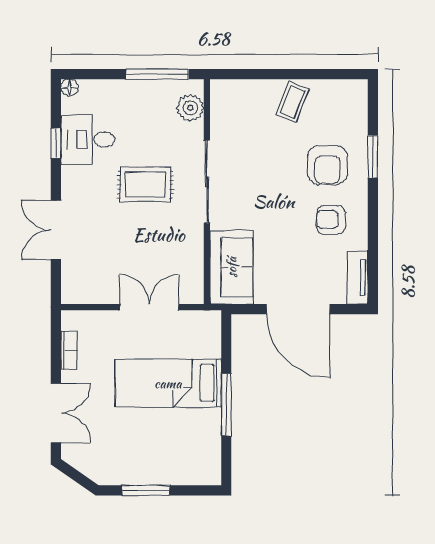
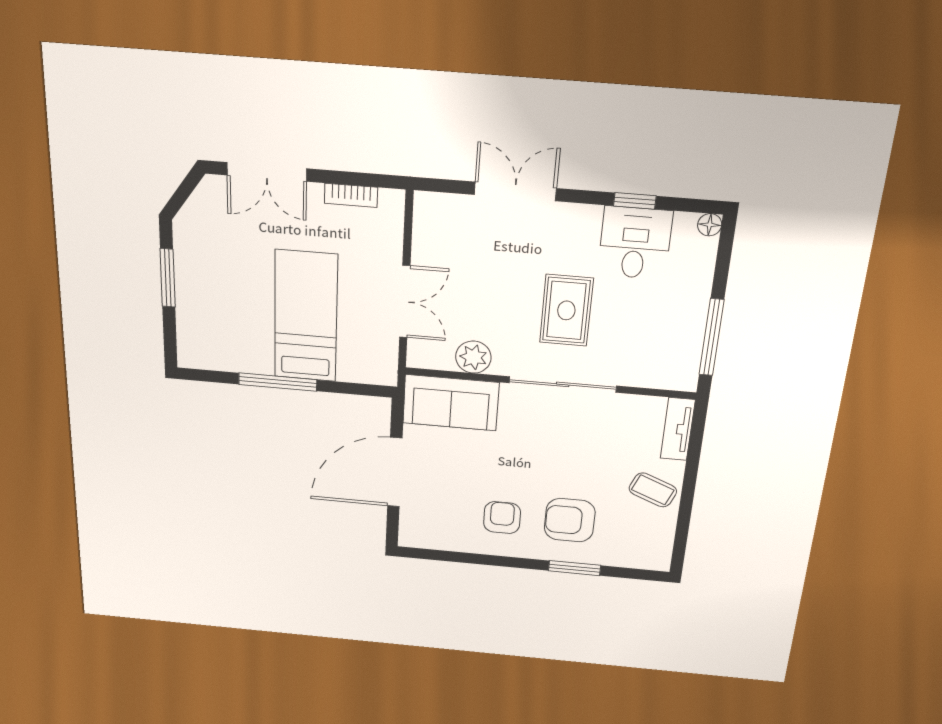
plant: (190, 108) -> (473, 357), moved
tv unit: (358, 277) -> (678, 429), moved, turned -90

